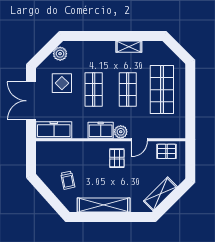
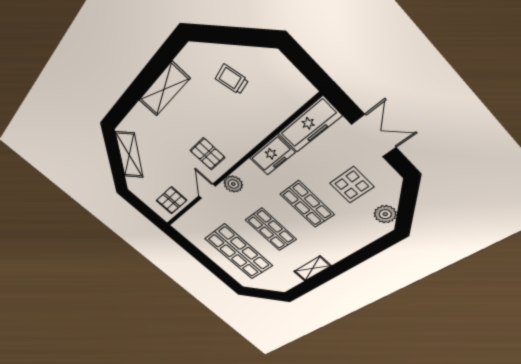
double door: (31, 101) -> (374, 136), width x0.73
freezer: (101, 130) -> (272, 155), moved
shelving: (104, 205) -> (164, 89), width x0.68

